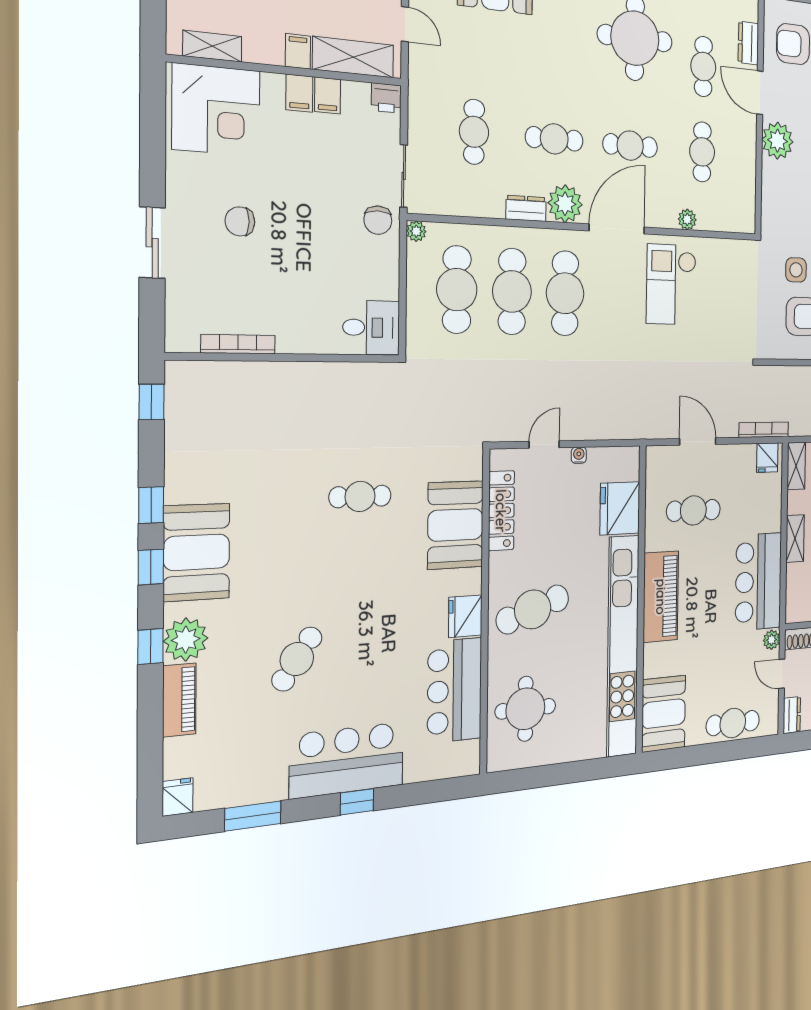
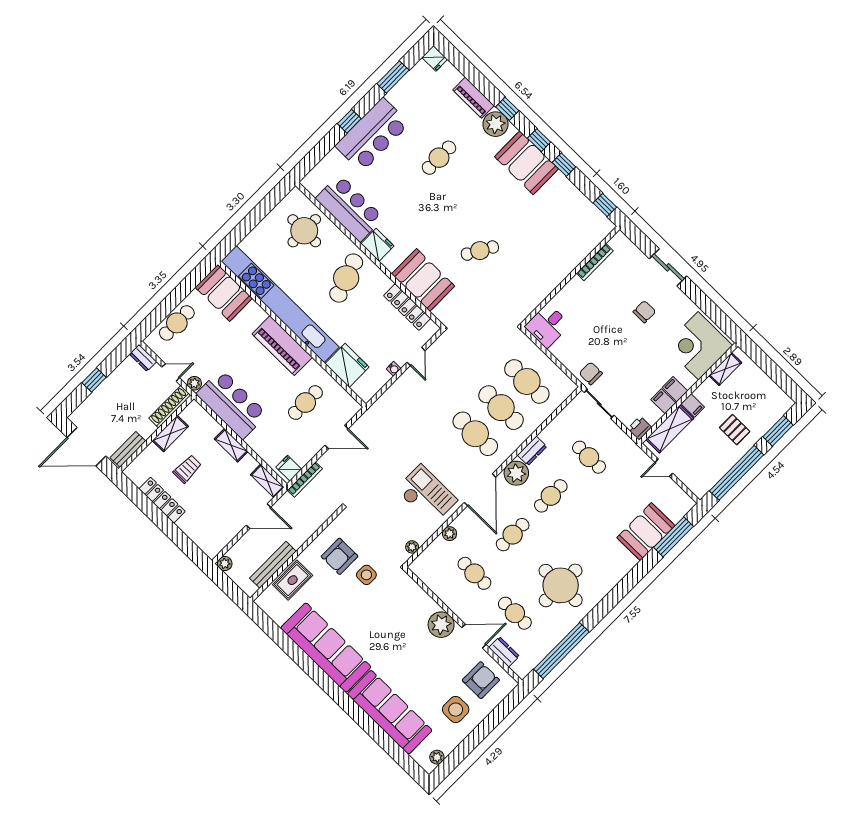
plant: (416, 231) -> (412, 547), moved
cafe table: (360, 496) -> (480, 251), turned 30
cafe table: (297, 659) -> (439, 158), turned 56

